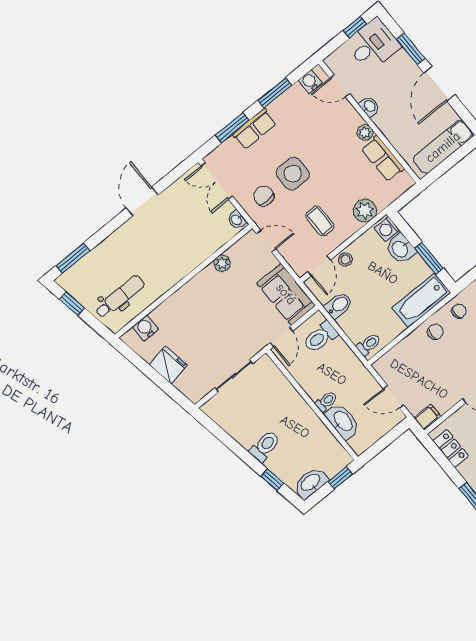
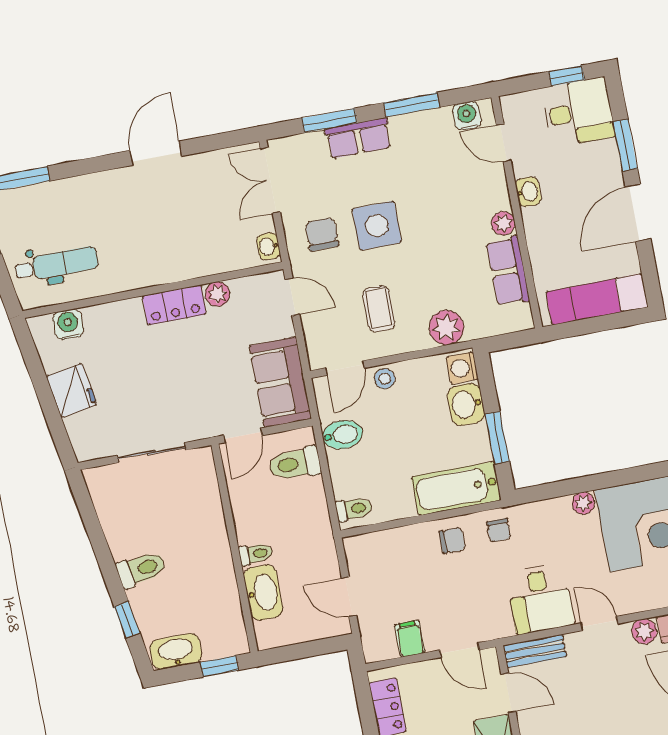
locker: (201, 283) -> (174, 305), added
chair: (459, 311) -> (499, 530), turned 90
filing cabinet: (427, 417) -> (410, 639), moved, turned -90

